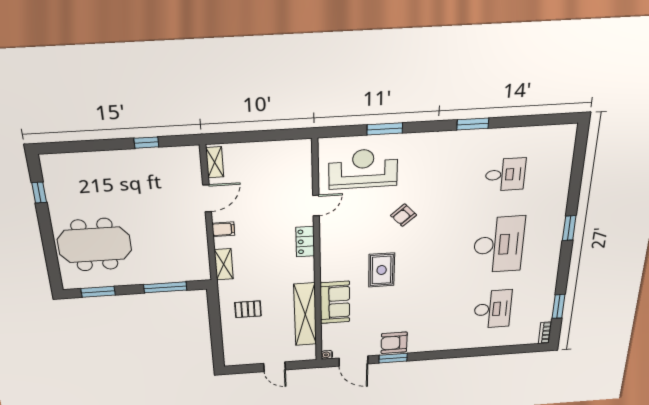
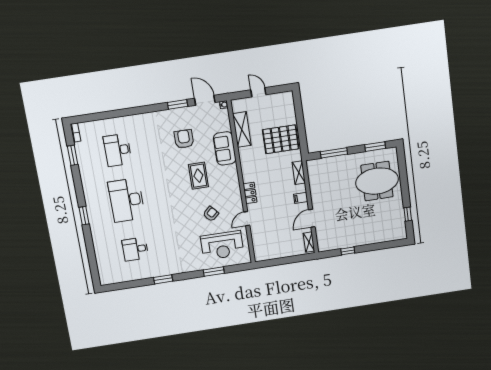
armchair: (404, 215) -> (211, 214), moved
pallet: (248, 309) -> (281, 139), width x2.05, depth x2.00
shelving: (305, 315) -> (242, 130), width x0.68
armchair: (394, 343) -> (184, 139), moved, turned -90

